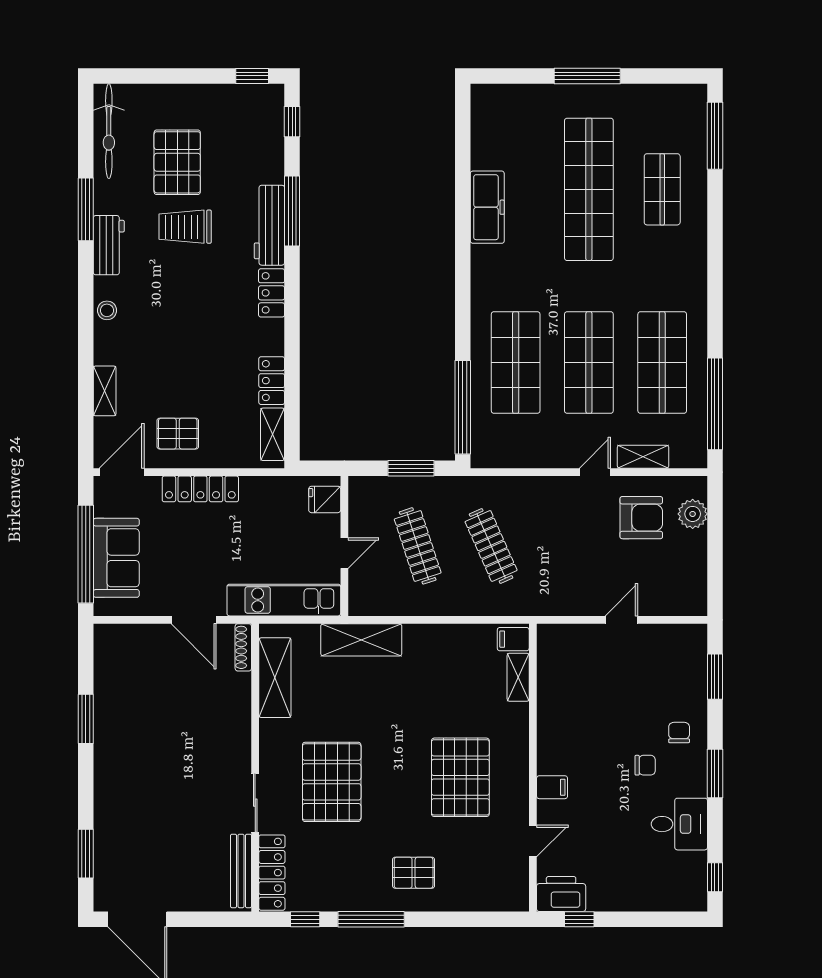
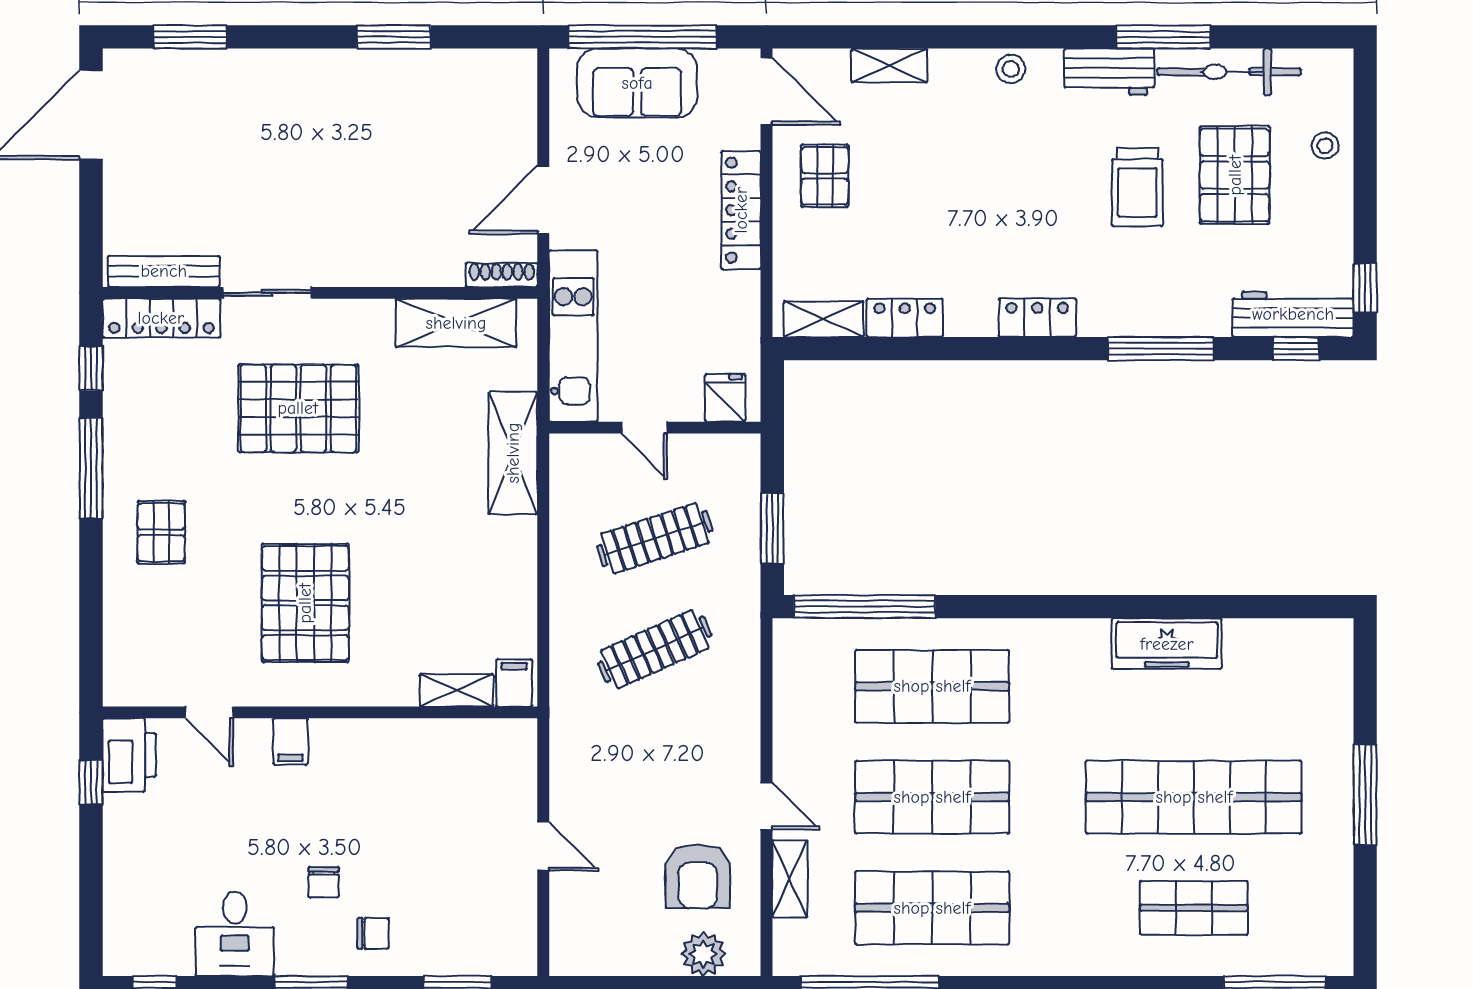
stool: (158, 102) -> (1325, 146), added
bicycle: (109, 131) -> (1229, 72), moved
pallet: (177, 162) -> (1235, 175), turned 90
workbench: (269, 225) -> (1293, 314), moved
trolley: (185, 227) -> (1137, 187), turned 180
pallet: (460, 777) -> (305, 603), turned 90

